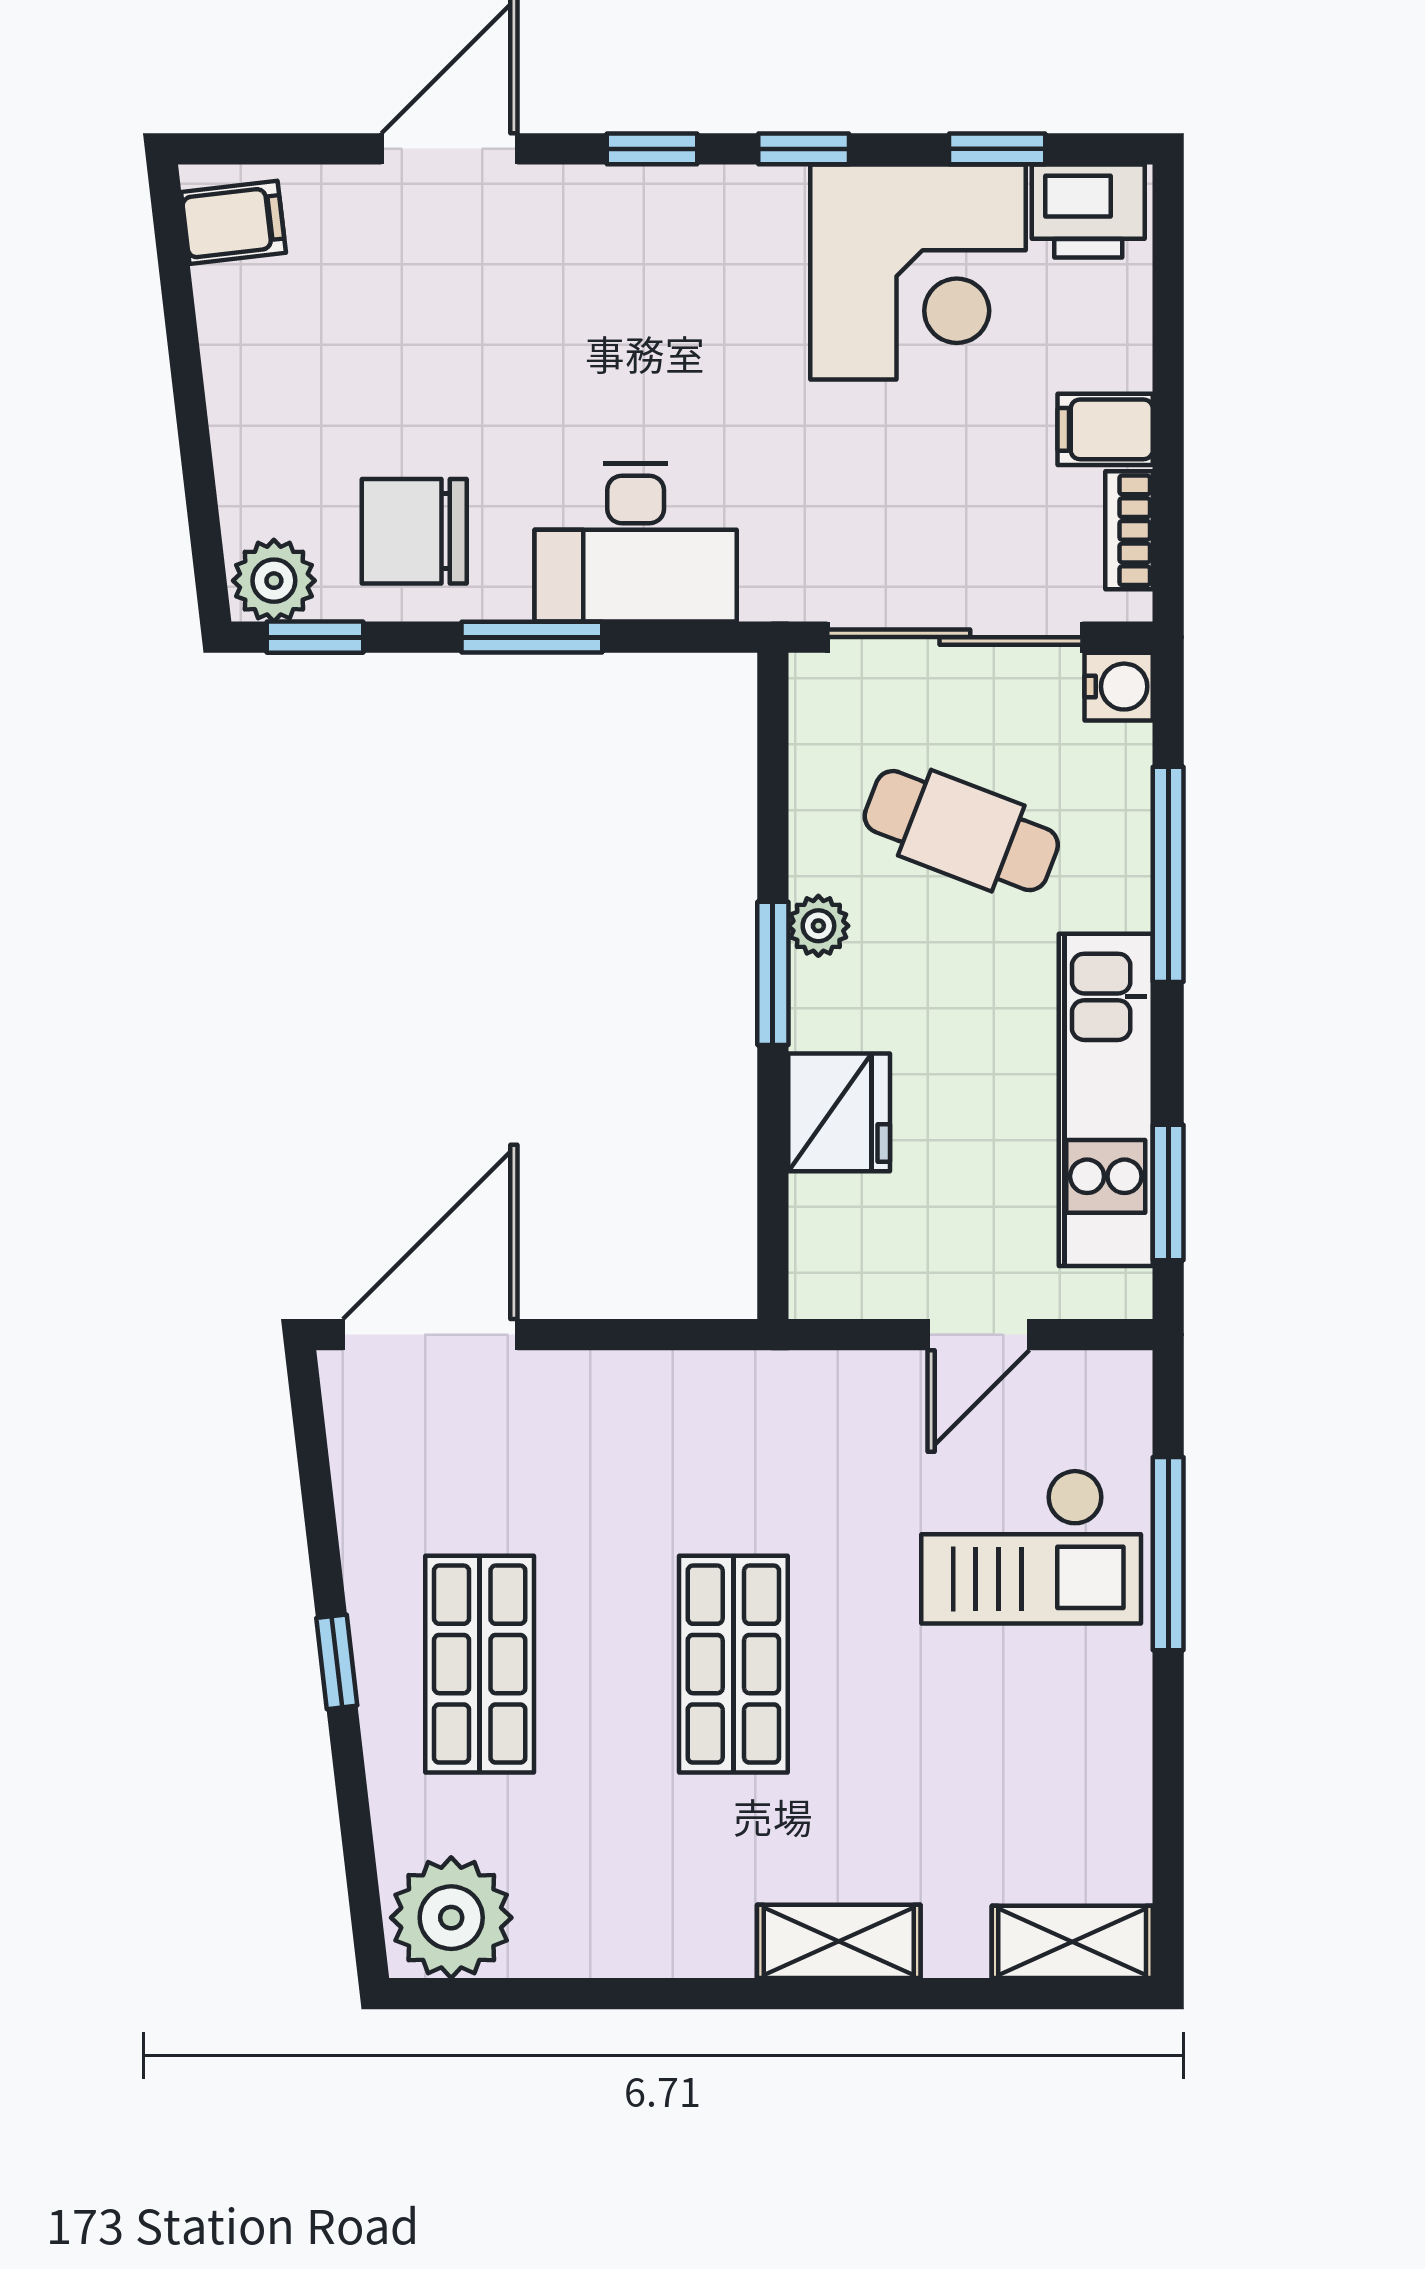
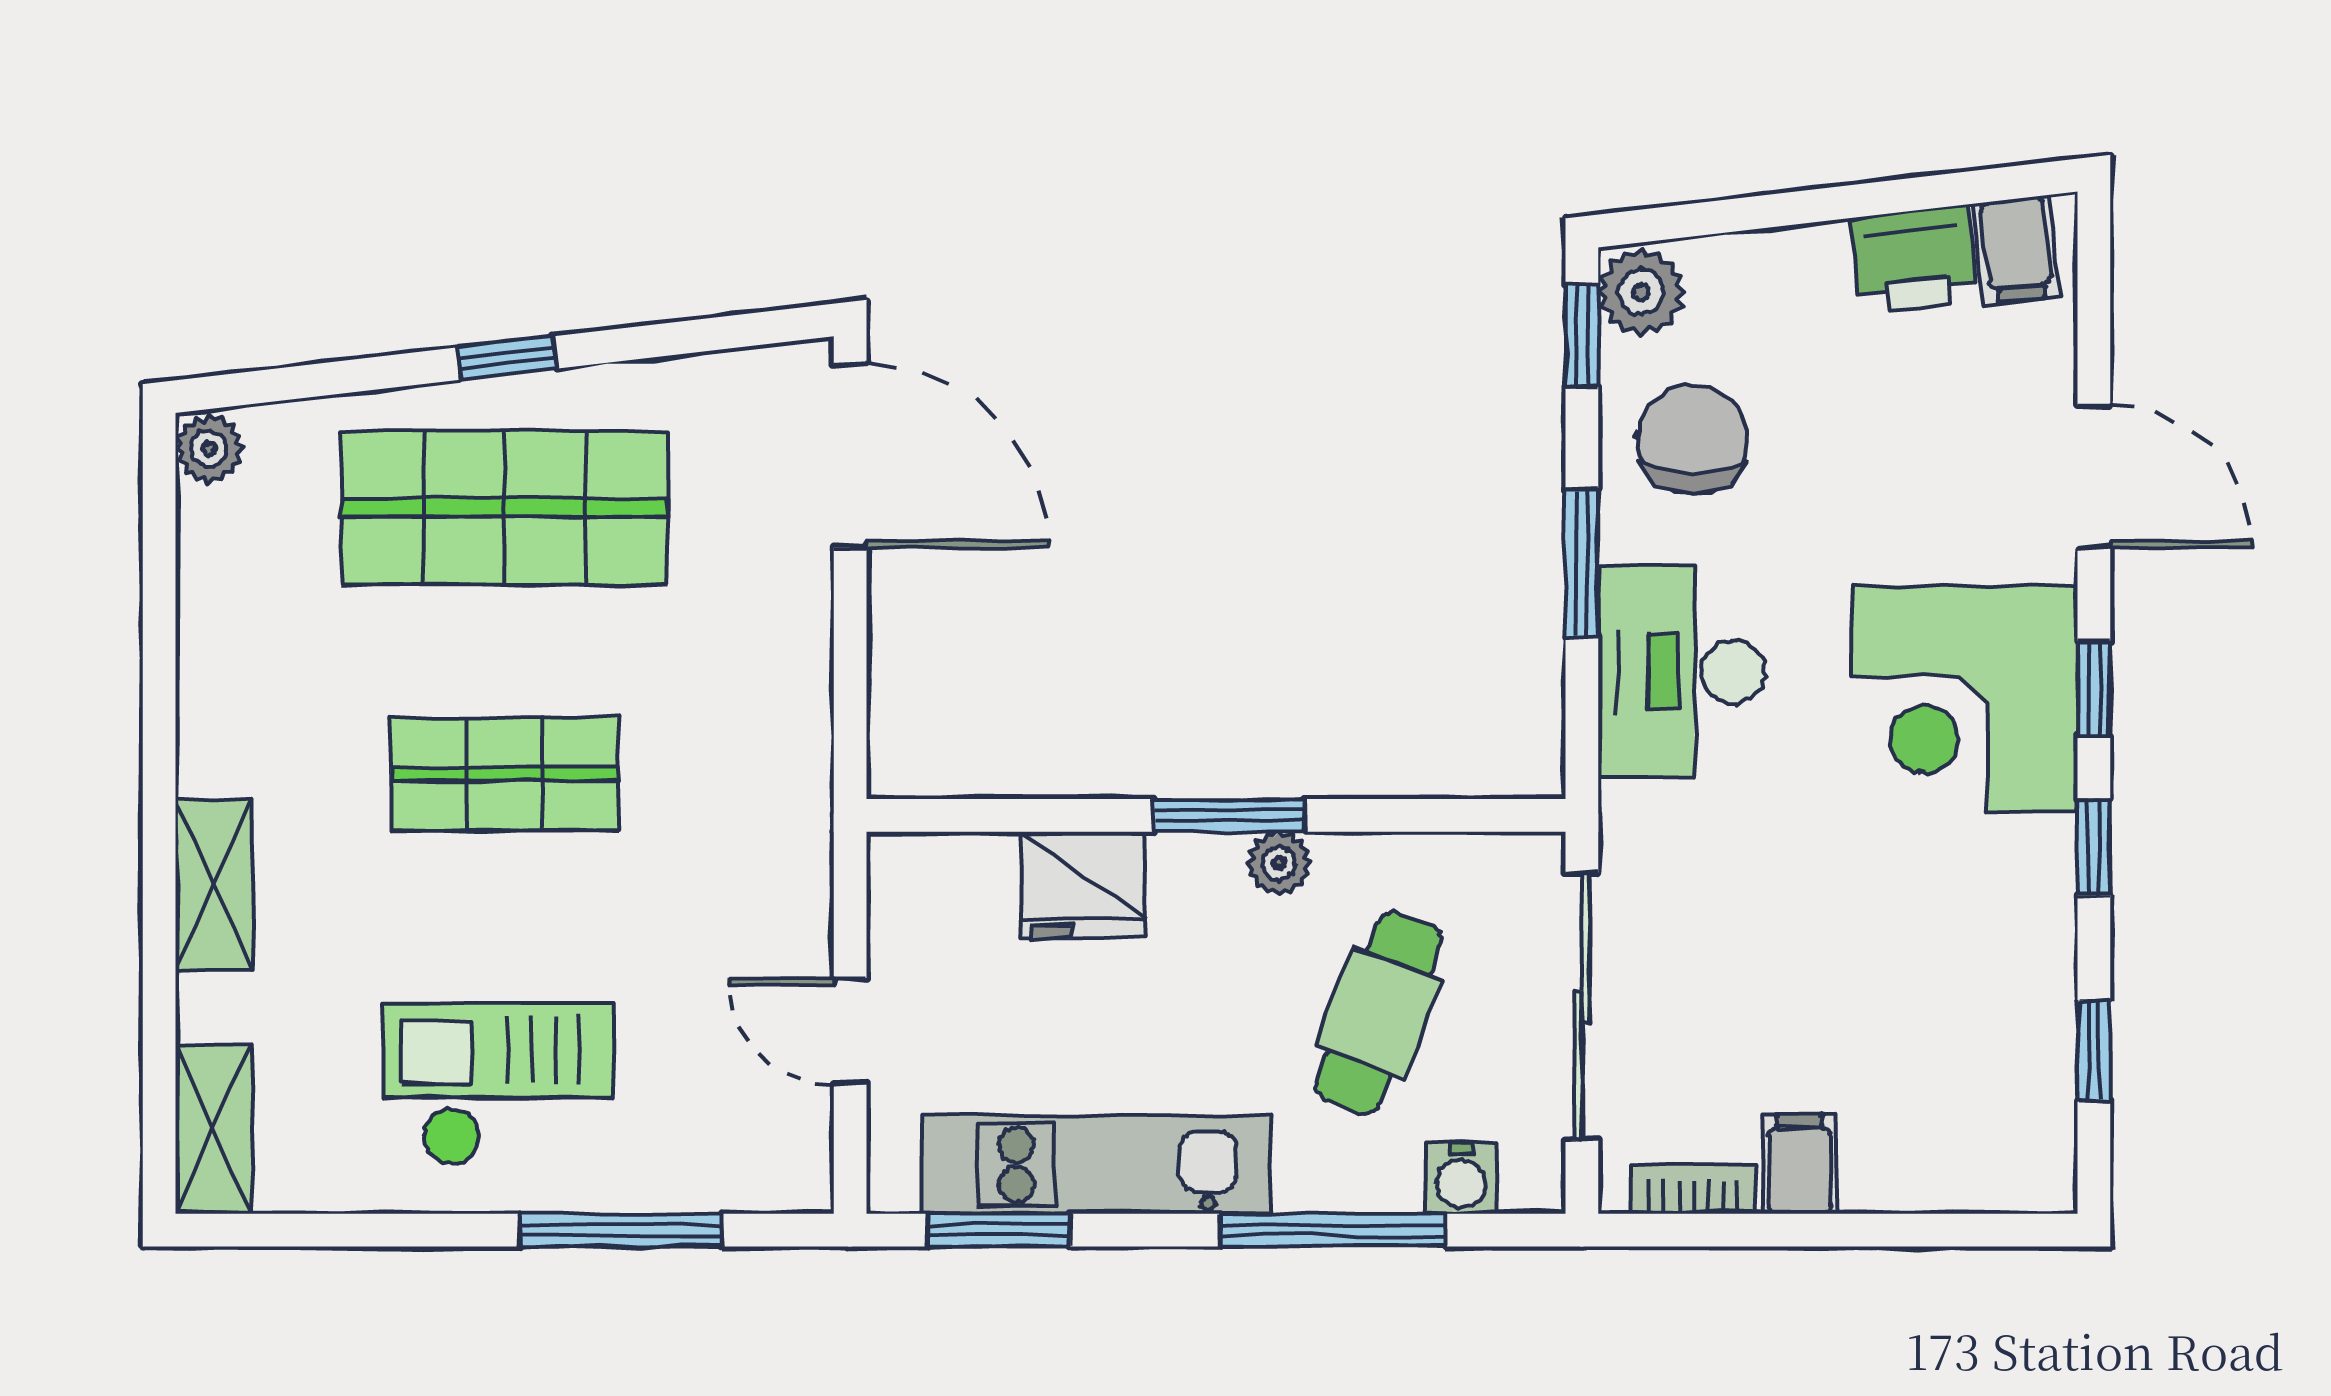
printer: (1088, 211) -> (1913, 260), moved, turned -97
corner desk: (918, 272) -> (1965, 699), moved
water cooler: (1119, 687) -> (1461, 1178), moved
checkout: (1031, 1547) -> (498, 1085), moved, turned 90
shop shelf: (480, 1664) -> (505, 508), width x1.43, depth x1.36
plant: (451, 1918) -> (209, 449), width x0.53, depth x0.53

